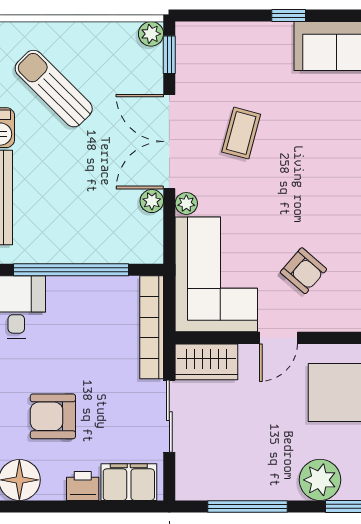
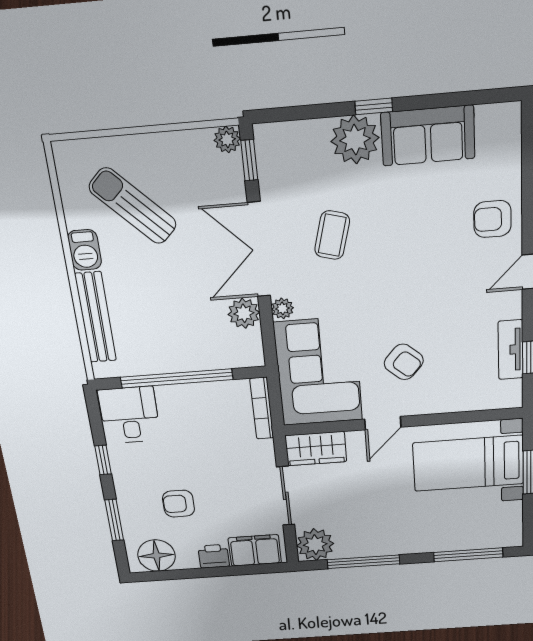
plant: (269, 44) -> (355, 140), added
plant: (152, 201) -> (244, 313), width x1.38, depth x1.38
bookcase: (152, 327) -> (262, 408), width x0.68, depth x0.76
armchair: (53, 416) -> (179, 504), width x0.72, depth x0.72
plant: (320, 480) -> (315, 545), moved

